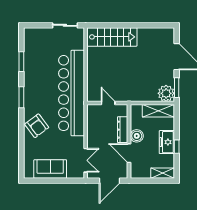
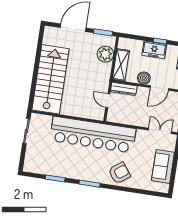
stairs: (112, 37) -> (51, 79), width x1.36, depth x1.51
plant: (166, 93) -> (105, 54), moved
door: (108, 103) -> (108, 101), hinge flipped
shelving: (158, 111) -> (121, 65), moved
dresser: (123, 130) -> (124, 89), moved

